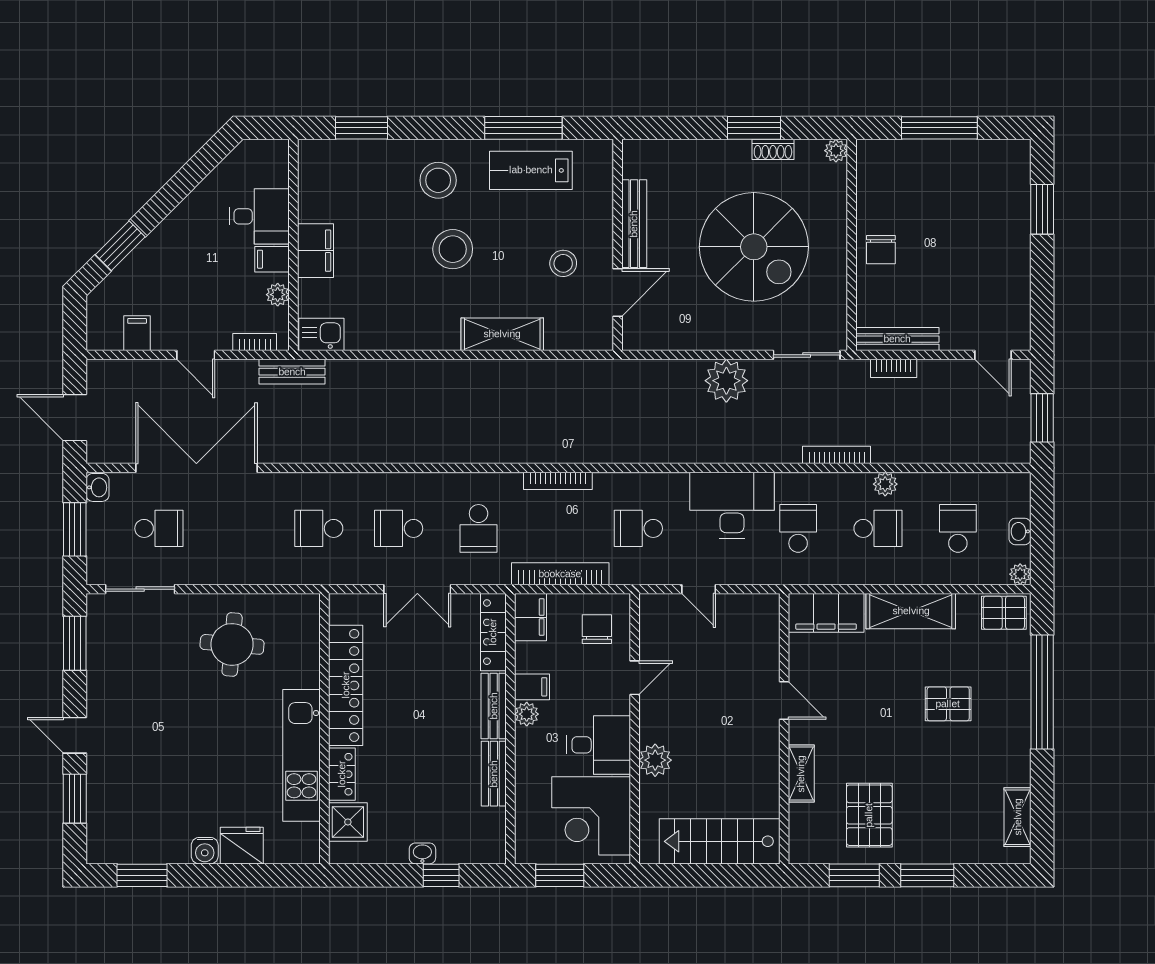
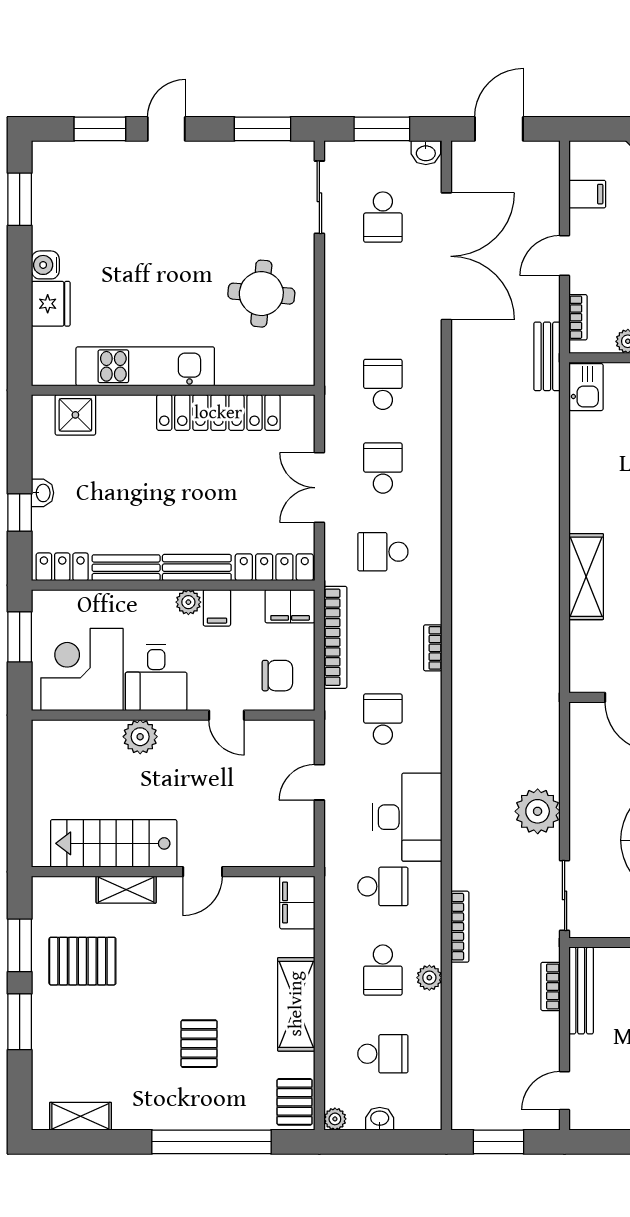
bookcase: (558, 481) -> (433, 648), width x0.64
filing cabinet: (826, 613) -> (297, 902), width x0.67, depth x0.86
locker: (342, 774) -> (62, 567), moved, turned 180
stairs: (720, 841) -> (114, 843), moved, turned -90

